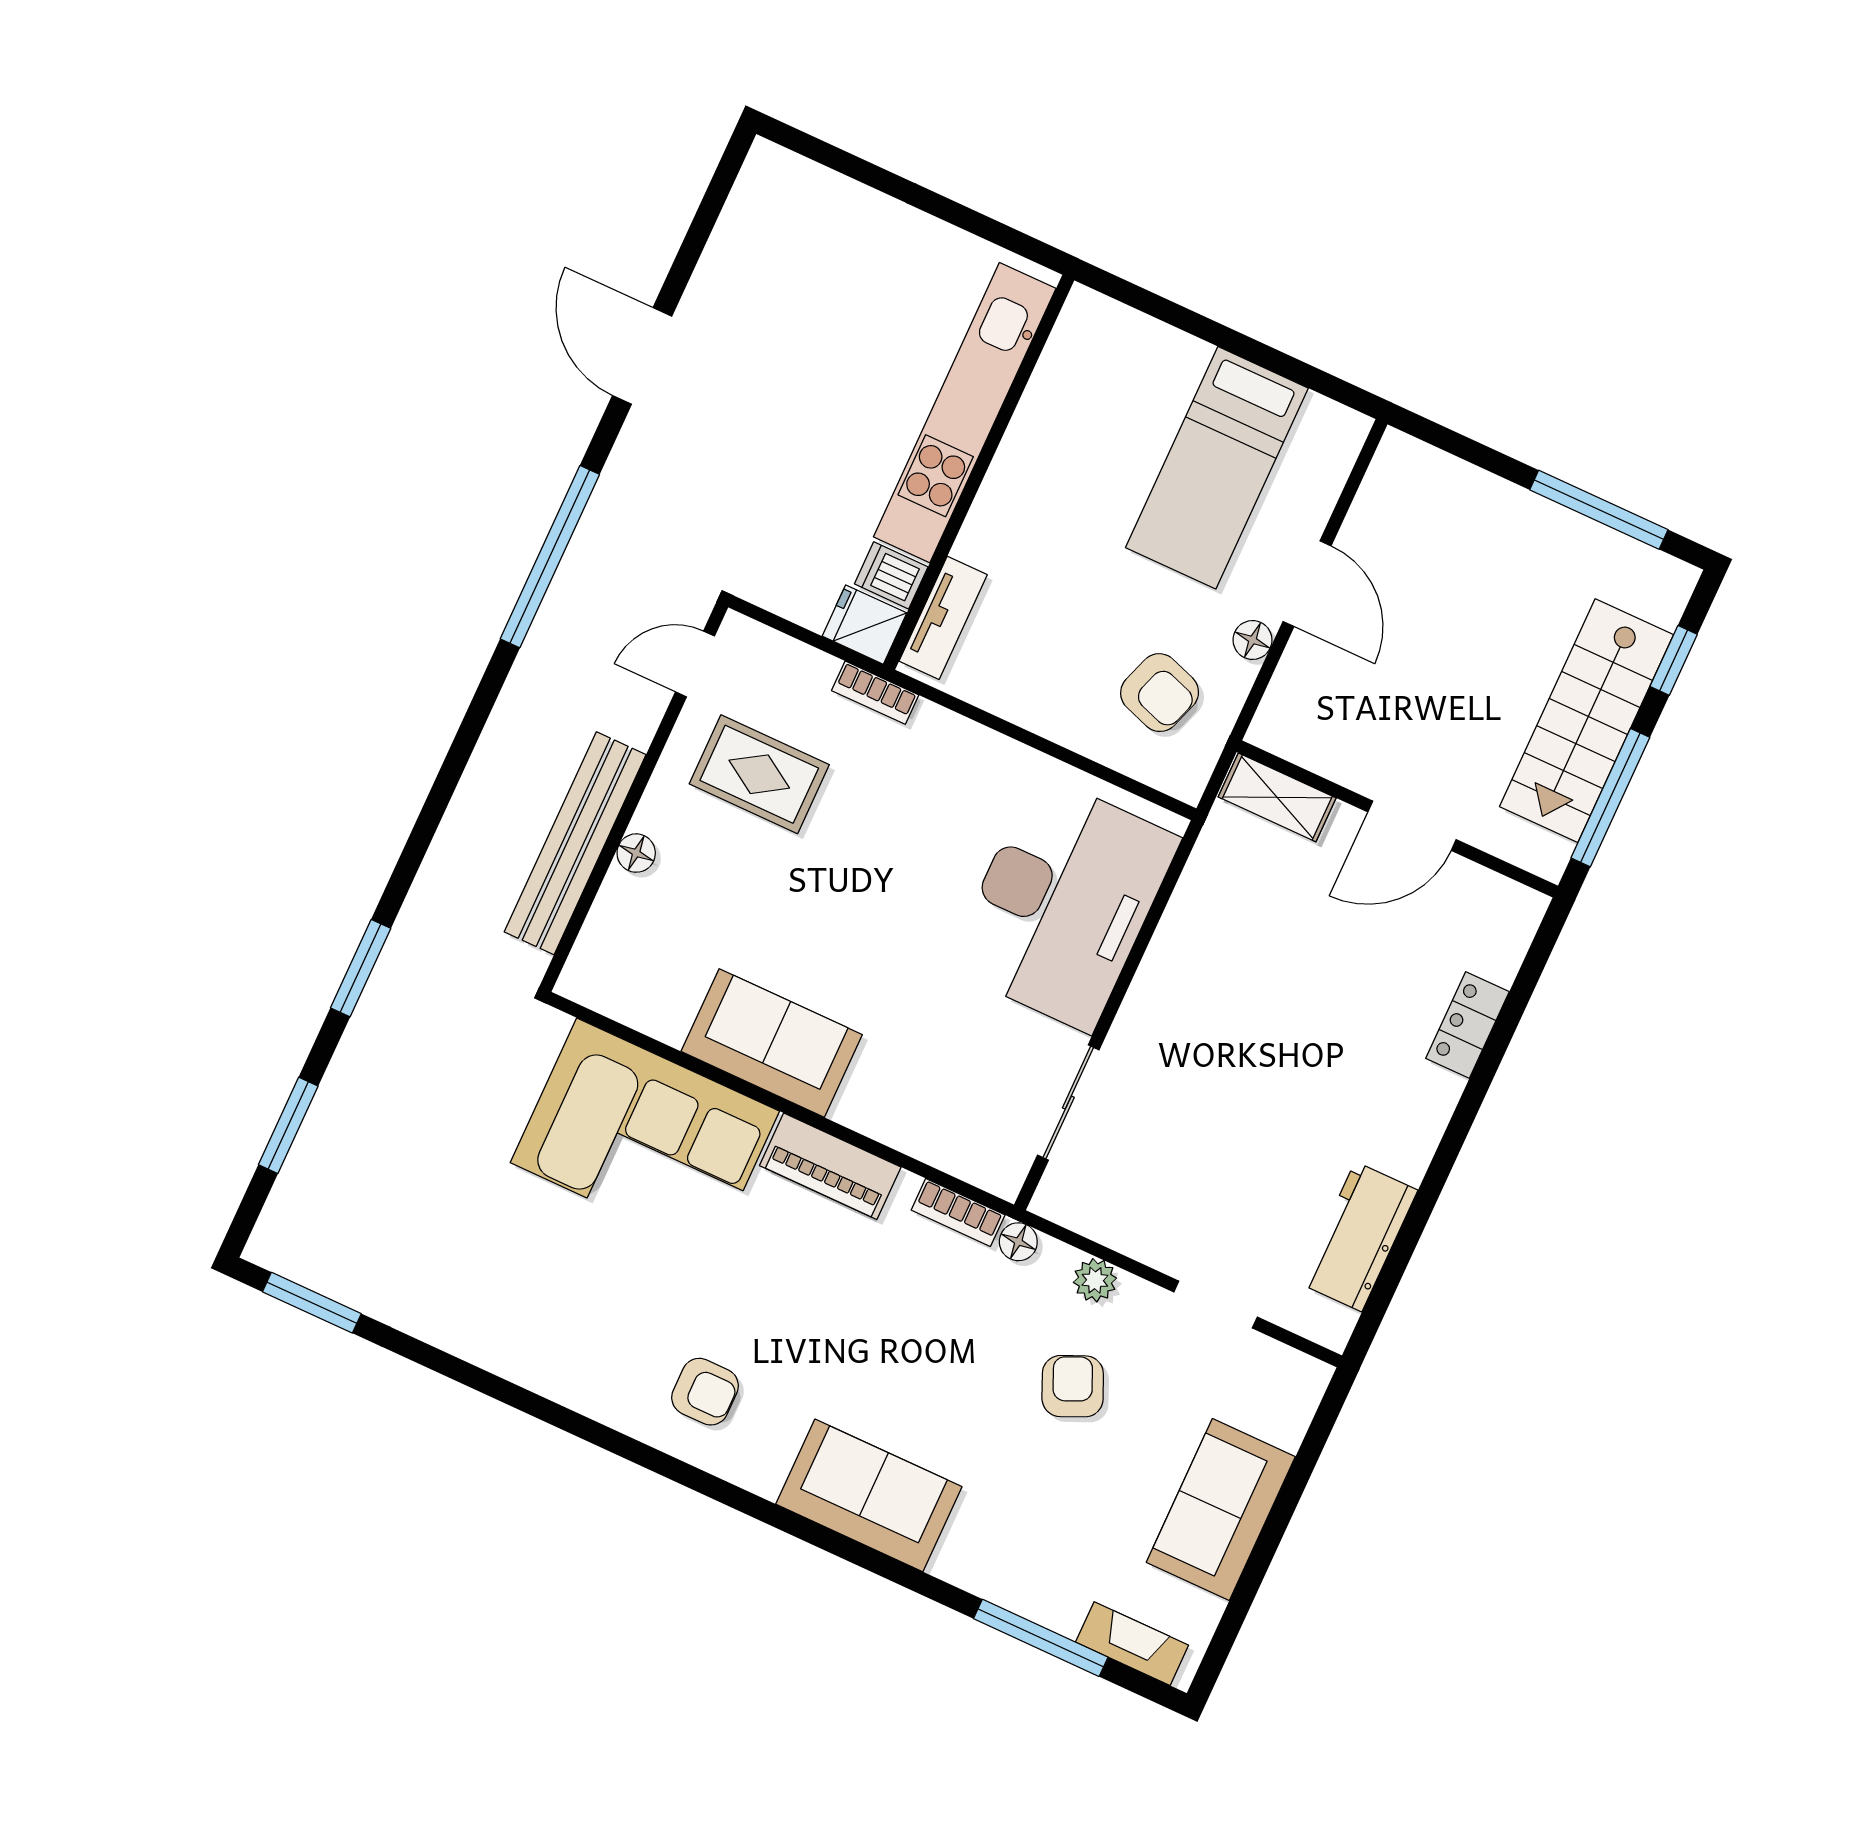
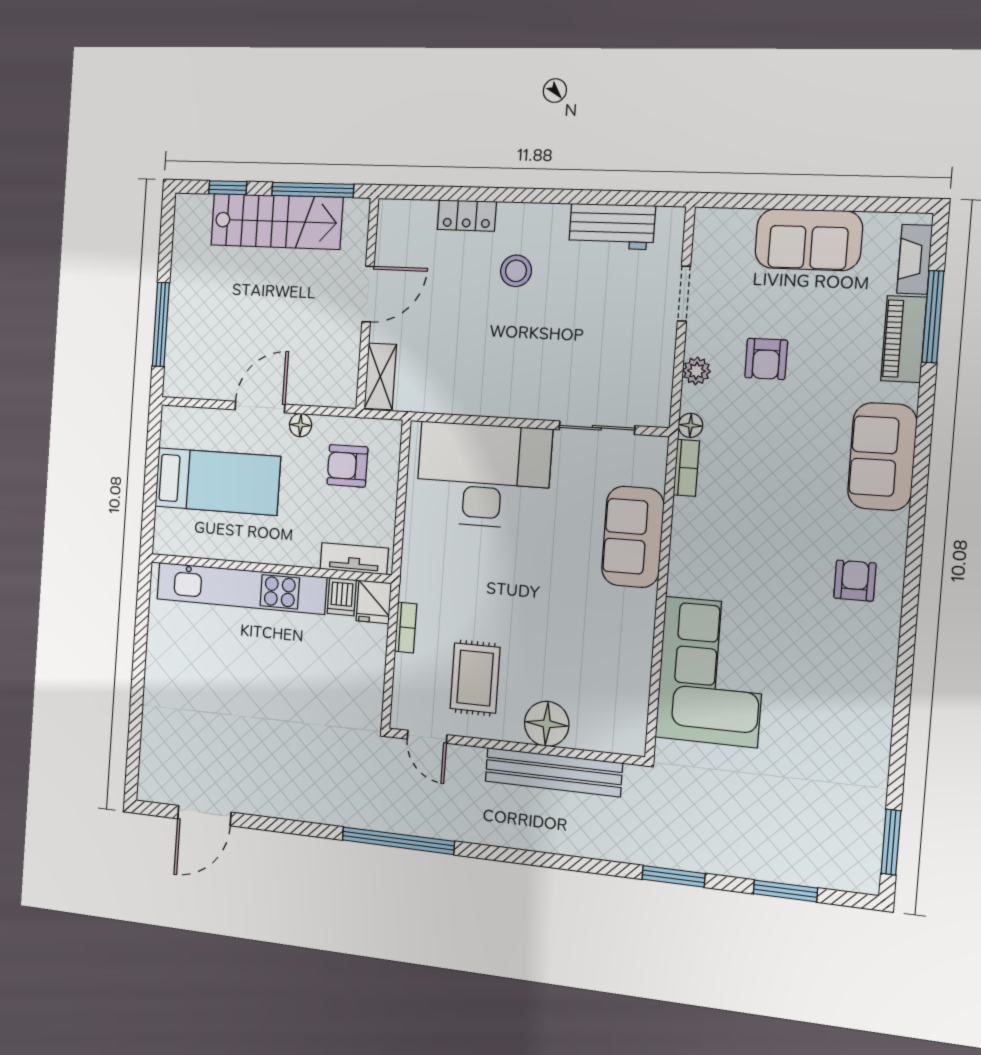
door: (642, 356) -> (204, 816), moved
kitchen unit: (965, 413) -> (241, 588), moved
wall: (979, 472) -> (269, 568), moved
window: (1599, 510) -> (161, 324), moved
dishwasher: (891, 575) -> (342, 597), moved
tv unit: (943, 618) -> (354, 559), moved
fridge: (864, 625) -> (374, 602), moved
armchair: (1160, 693) -> (347, 466), turned -109
door: (1412, 826) -> (368, 294), hinge flipped
floor lamp: (636, 853) -> (547, 724), width x1.89, depth x1.89
sofa: (772, 1043) -> (633, 537), moved
stool: (1352, 1069) -> (516, 271), added
piano: (830, 1166) -> (904, 339), moved, turned 180
armchair: (1073, 1386) -> (766, 359), turned -66

